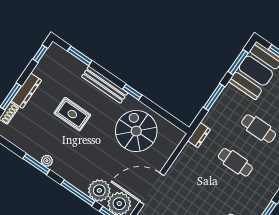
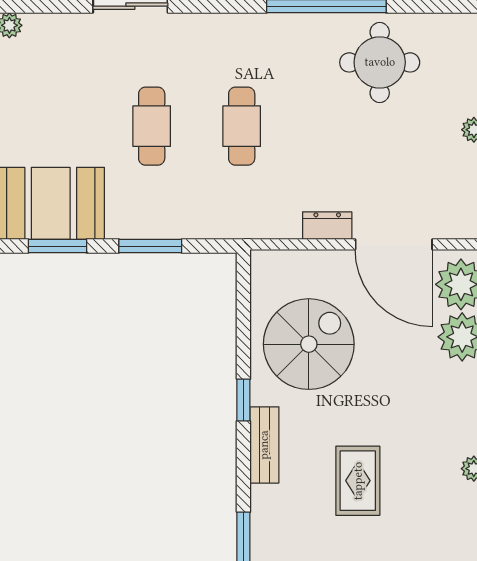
bench: (105, 85) -> (264, 445), width x0.73
spiral stairs: (136, 131) -> (309, 344), turned 180
dresser: (199, 135) -> (327, 226), moved

